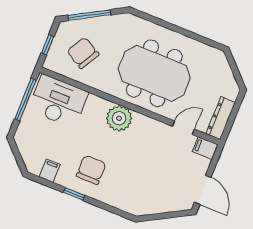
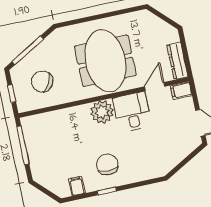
meeting table: (154, 73) -> (105, 61), turned 90
desk: (58, 101) -> (132, 112), moved, width x0.73

